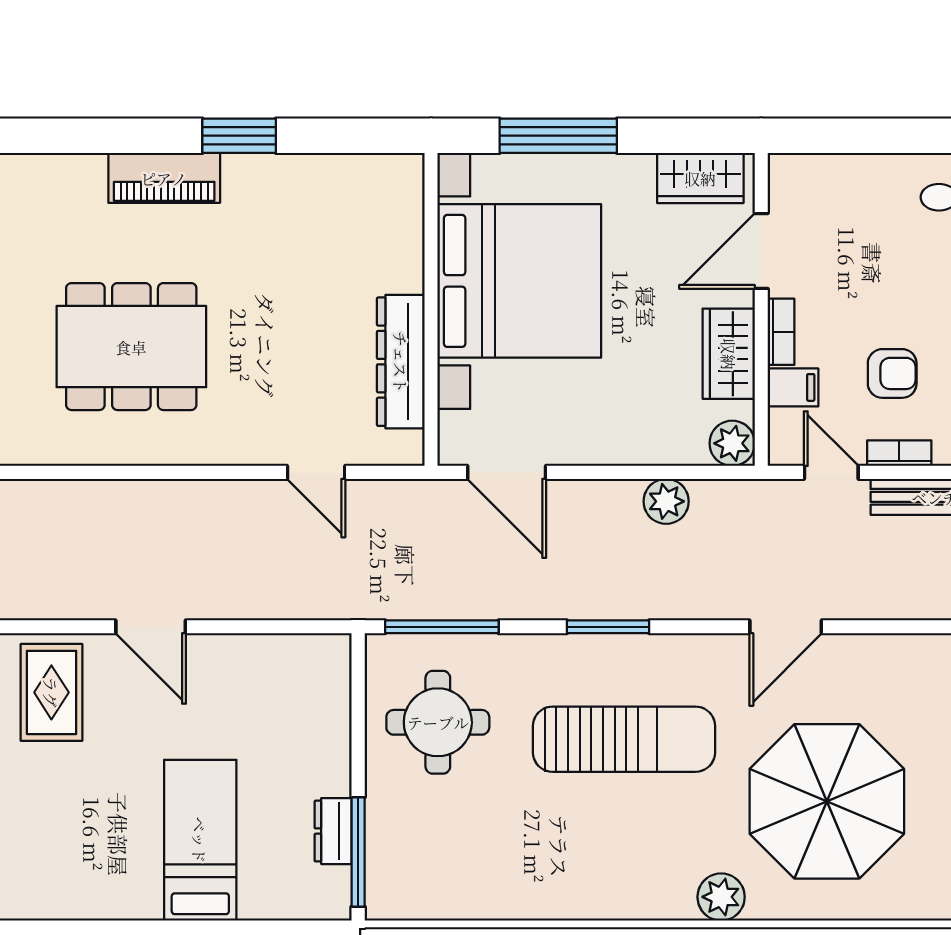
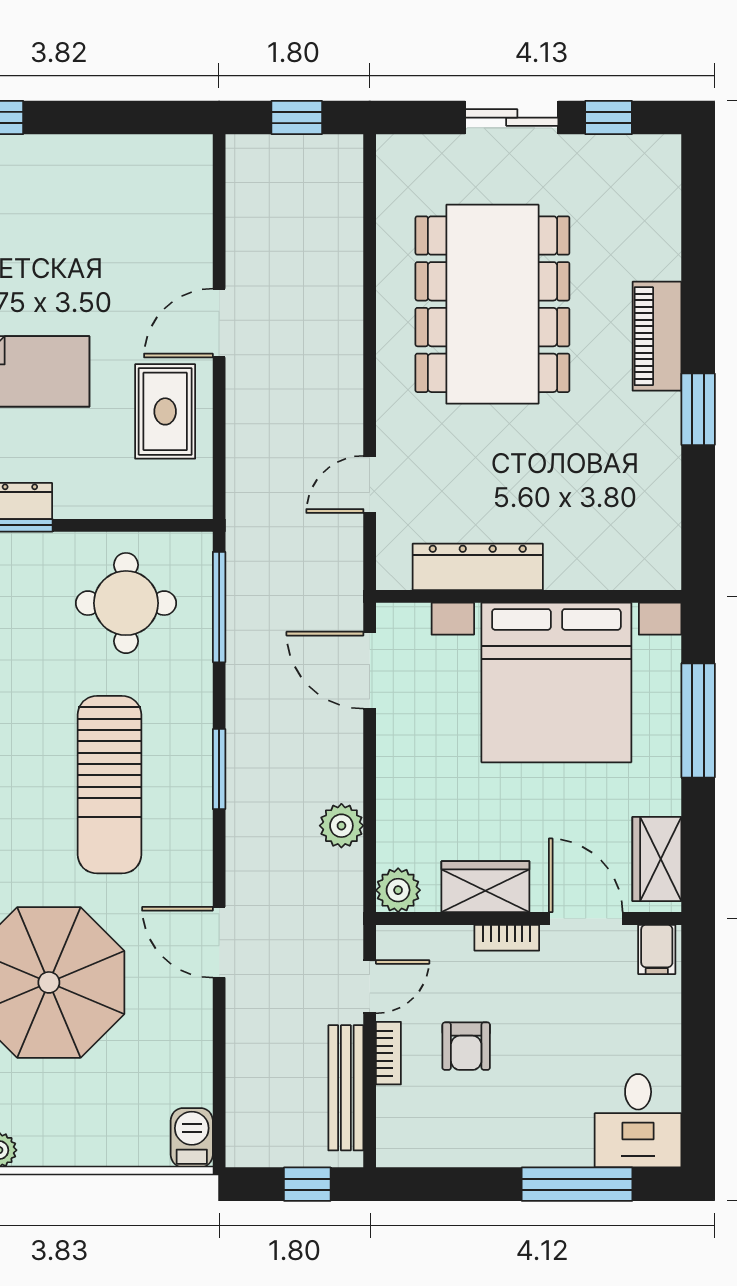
dining table: (131, 347) -> (492, 304), width x1.36, depth x1.24
filing cabinet: (793, 387) -> (657, 949), moved
door: (507, 472) -> (370, 670), hinge flipped
rug: (51, 692) -> (165, 411), moved, turned 90

